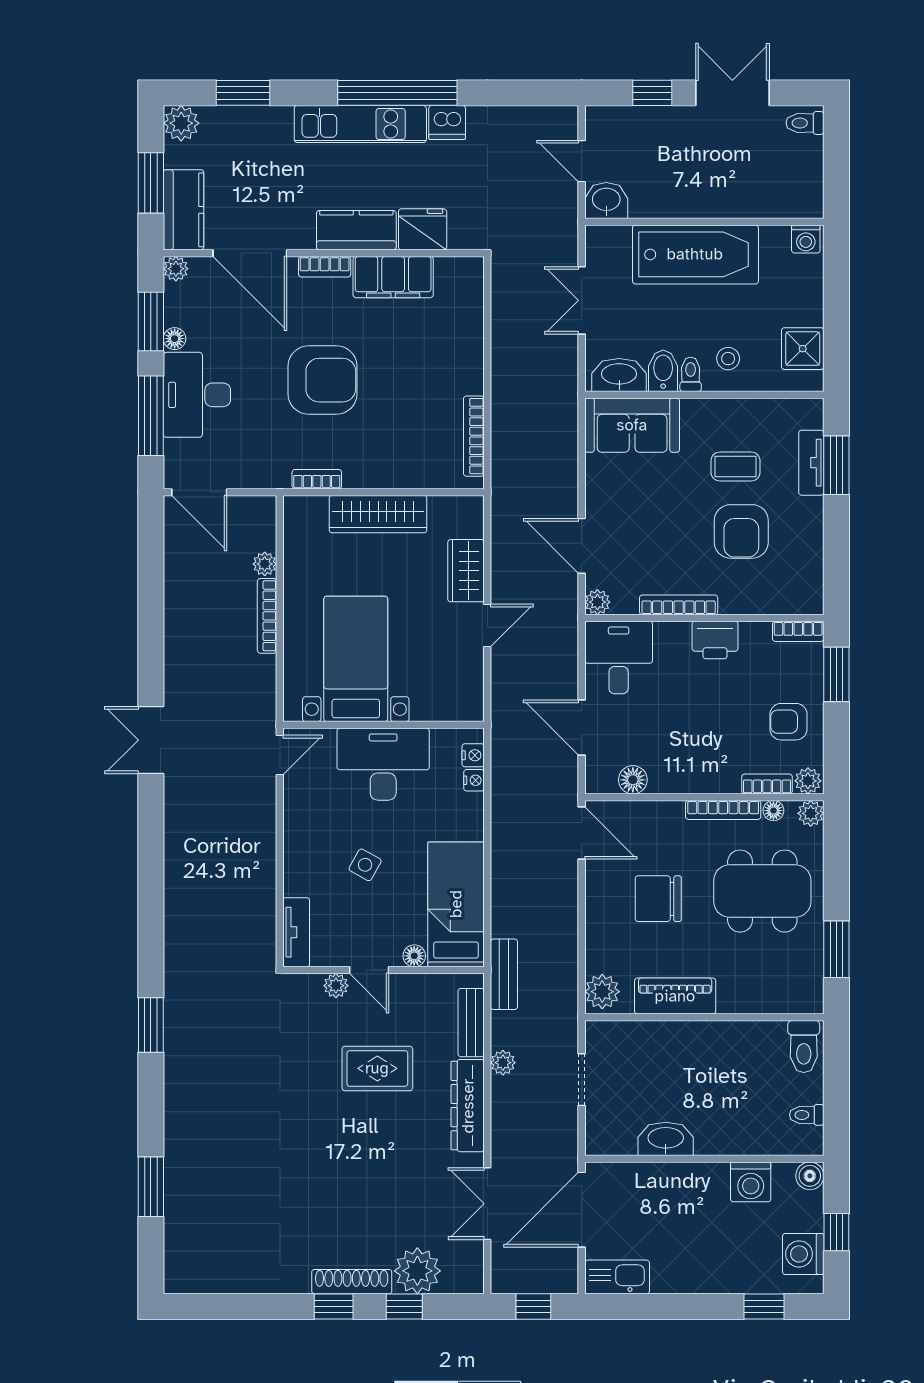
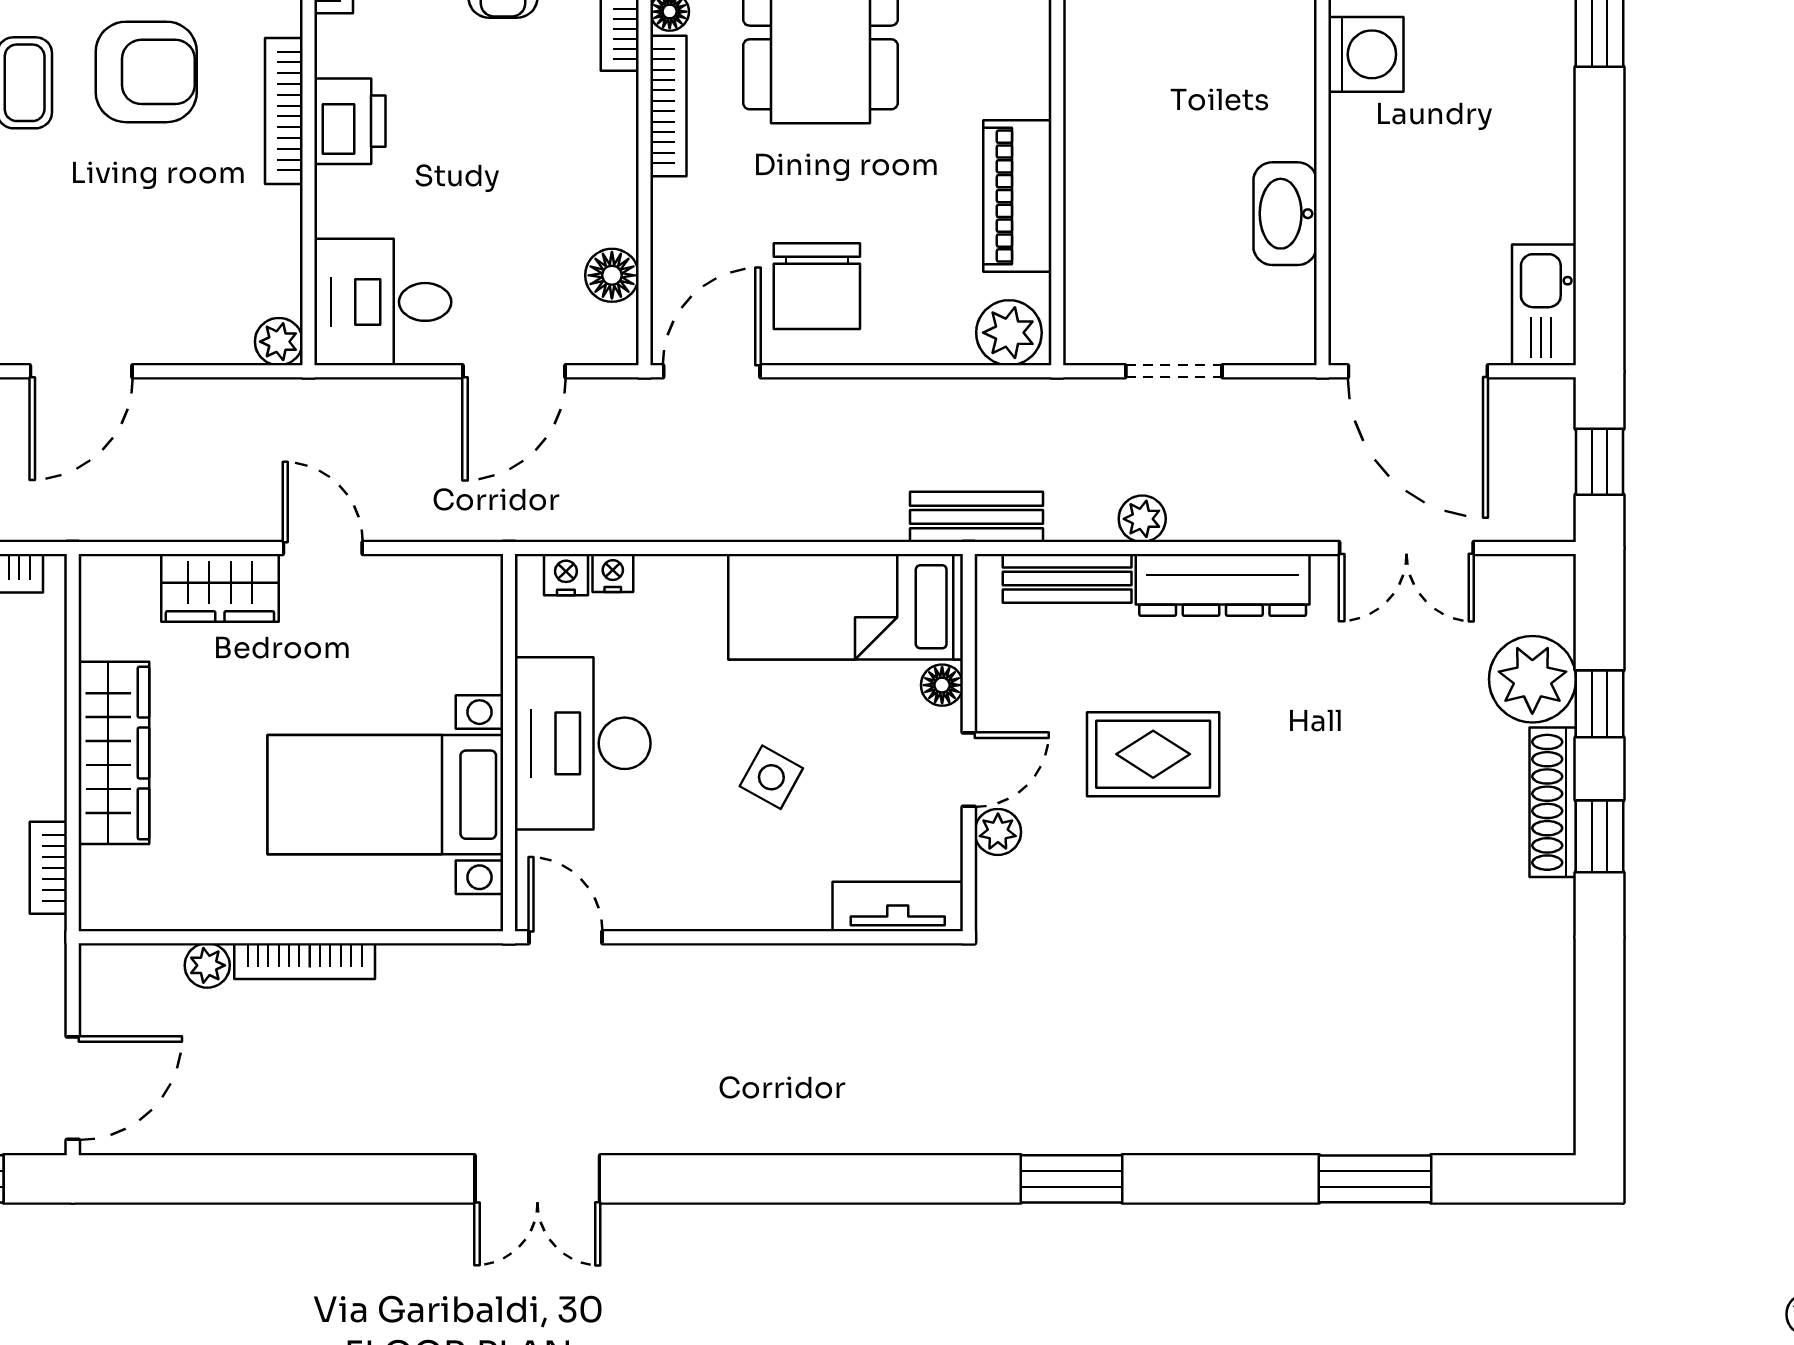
door: (582, 546) -> (81, 371), moved
bookcase: (679, 605) -> (284, 111), moved
chair: (658, 899) -> (817, 286), moved
rug: (377, 1068) -> (1153, 754), turned 90

